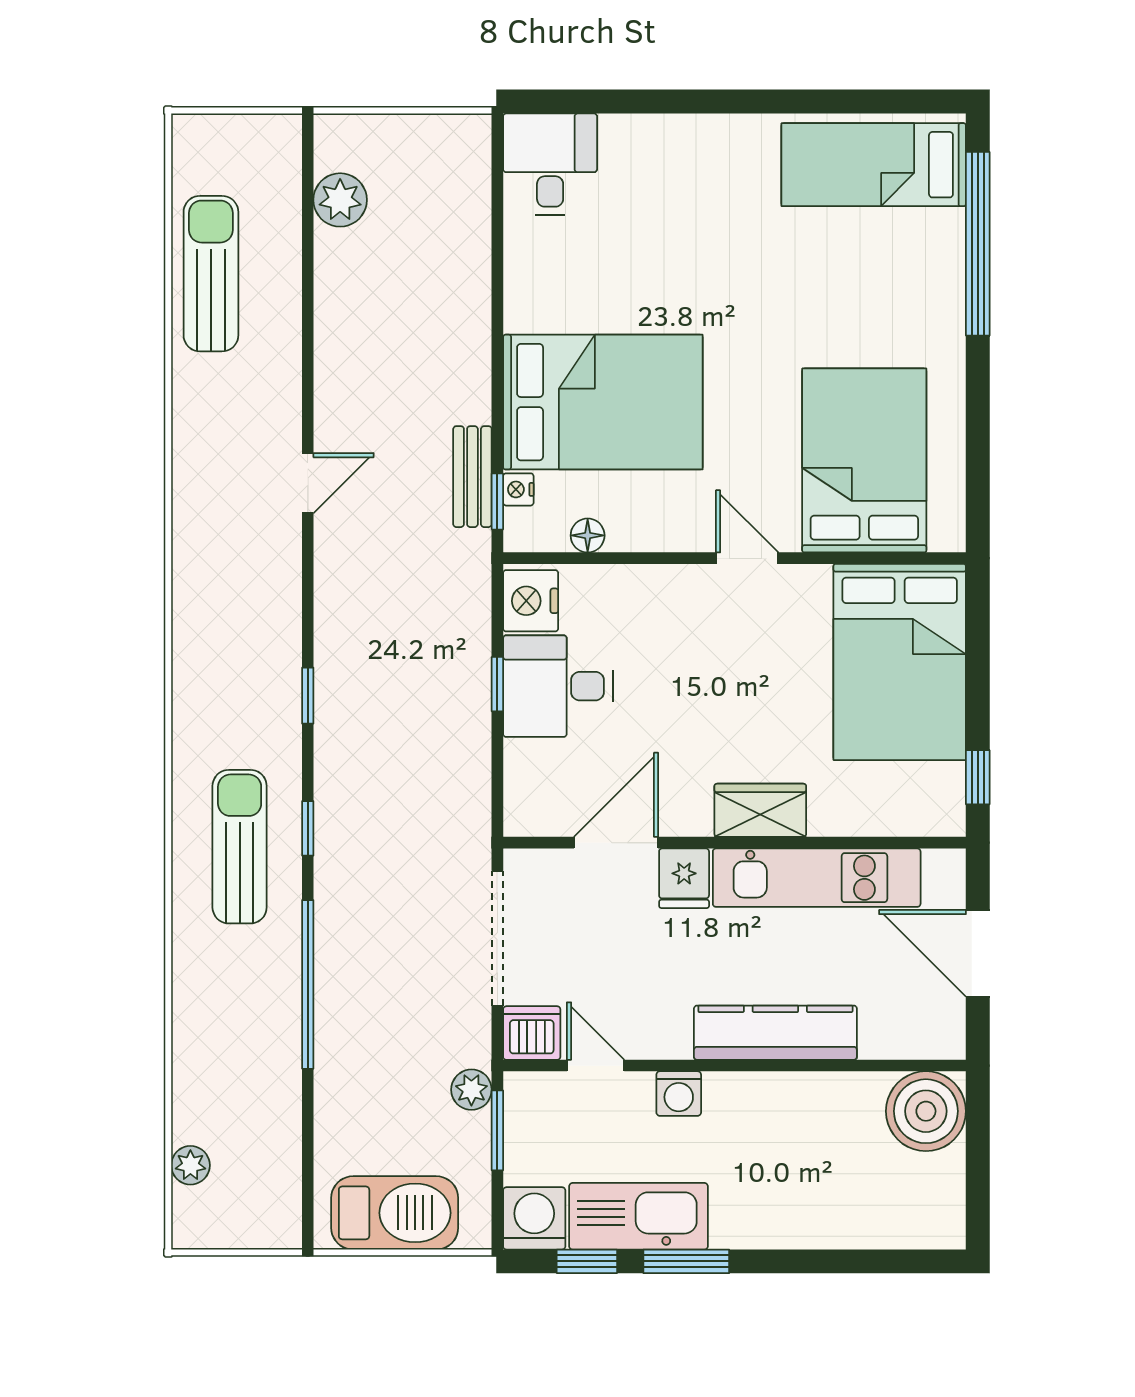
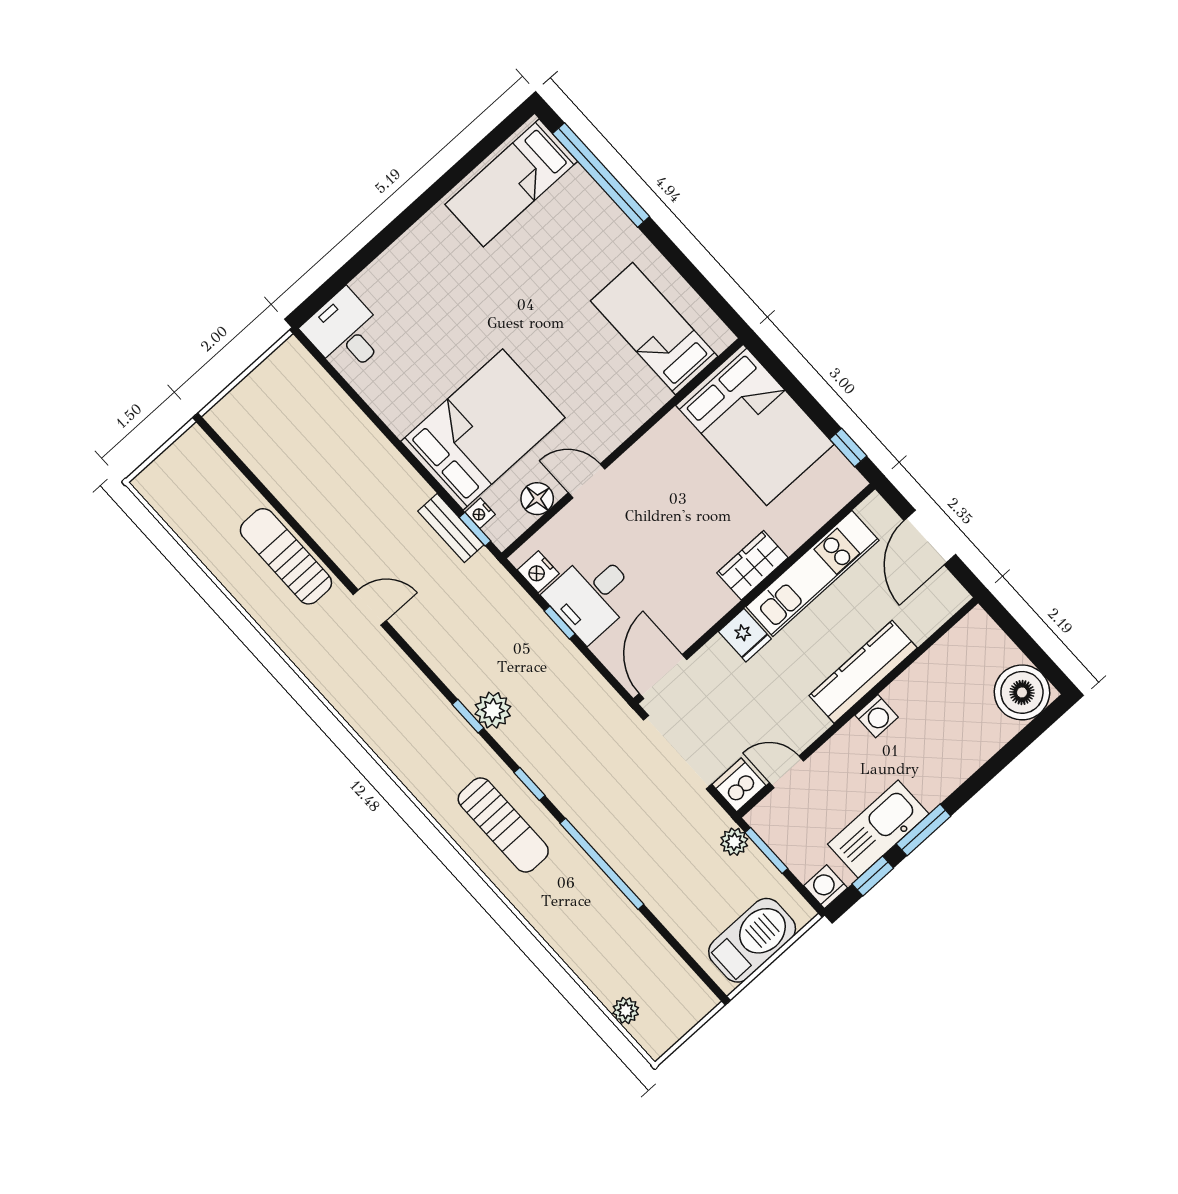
plant: (340, 200) -> (493, 710), moved
sun lounger: (211, 274) -> (286, 556), moved
bed: (864, 460) -> (654, 329), width x0.67
door: (308, 483) -> (370, 608), hinge flipped
floor lamp: (588, 535) -> (537, 499), width x1.37, depth x1.37
door: (747, 558) -> (586, 481), moved
nightstand: (531, 601) -> (538, 572), width x0.74, depth x0.75
door: (616, 843) -> (663, 676), moved
sun lounger: (240, 847) -> (503, 825), turned 180
door: (978, 953) -> (930, 538), hinge flipped
washing machine: (679, 1094) -> (877, 716), moved
boiler: (926, 1111) -> (1022, 692), moved
washing machine: (534, 1218) -> (826, 887), width x0.73, depth x0.73

